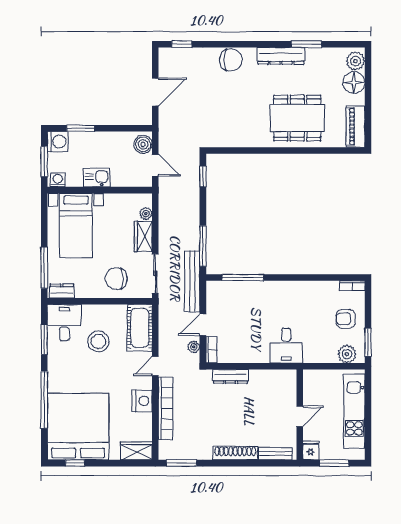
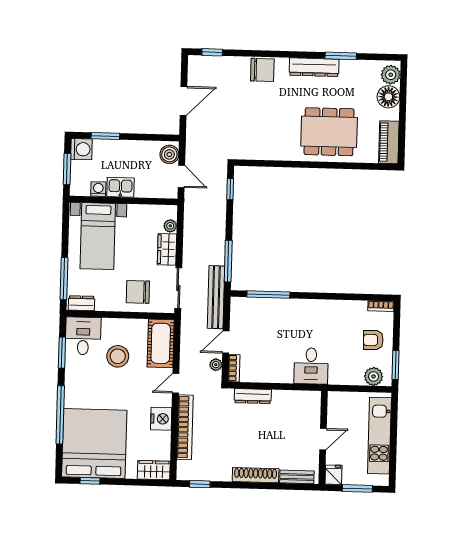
washing machine: (58, 180) -> (98, 189), moved
window: (181, 463) -> (200, 484), width x0.67

